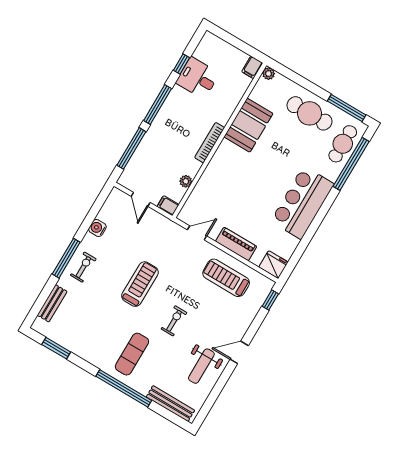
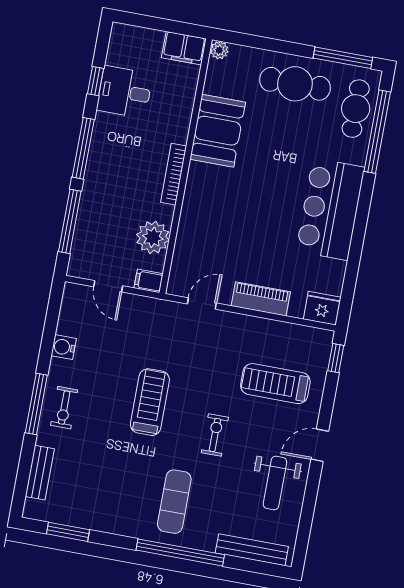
filing cabinet: (252, 67) -> (184, 48), width x2.00
plant: (186, 181) -> (153, 237), width x1.88, depth x1.88
exercise bike: (83, 267) -> (64, 408), turned 180
treadmill: (226, 278) -> (275, 384), moved

